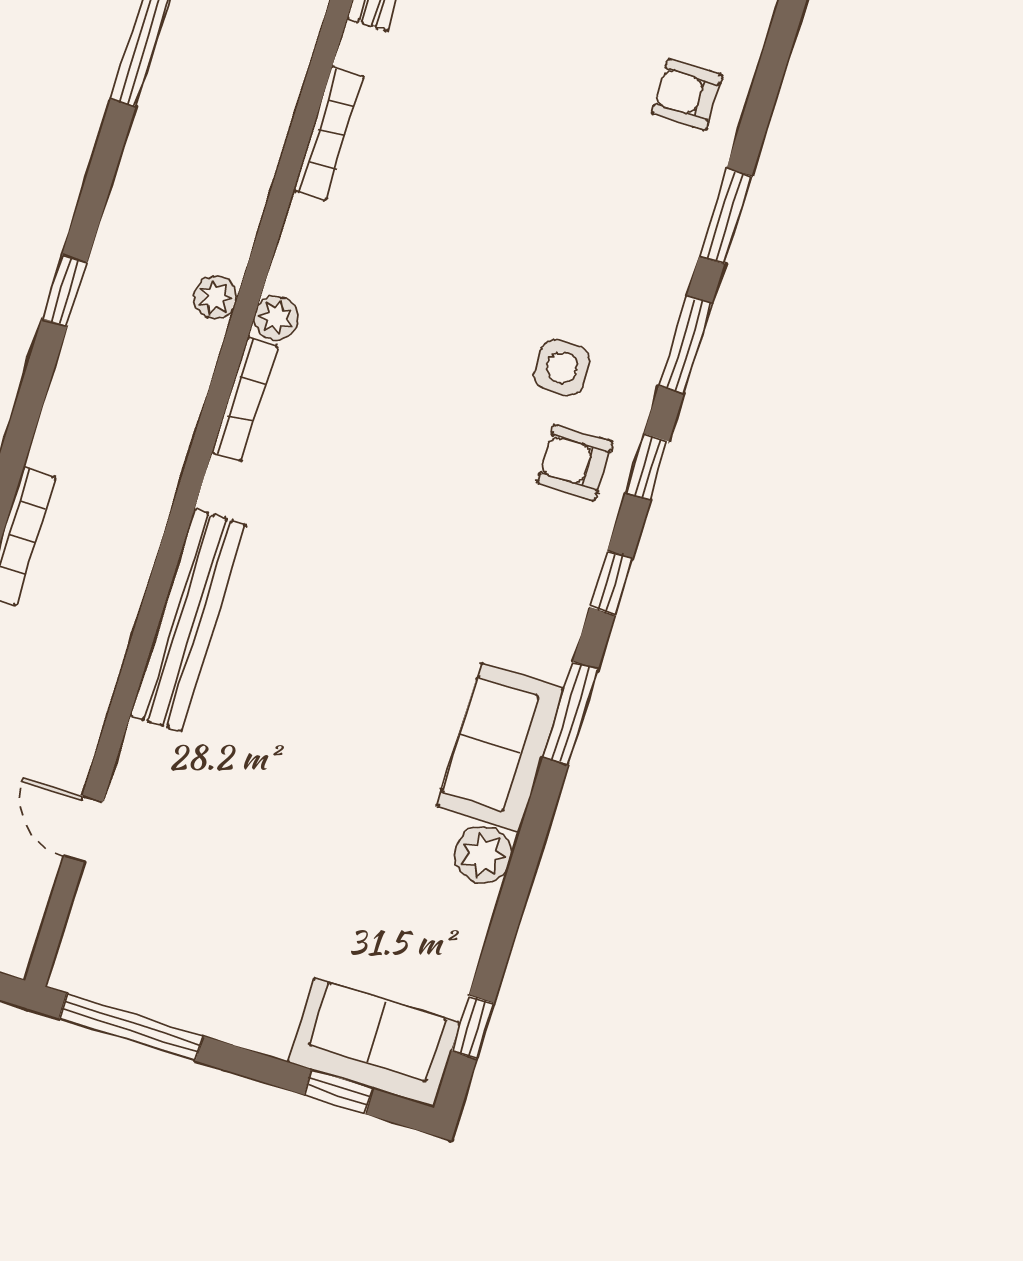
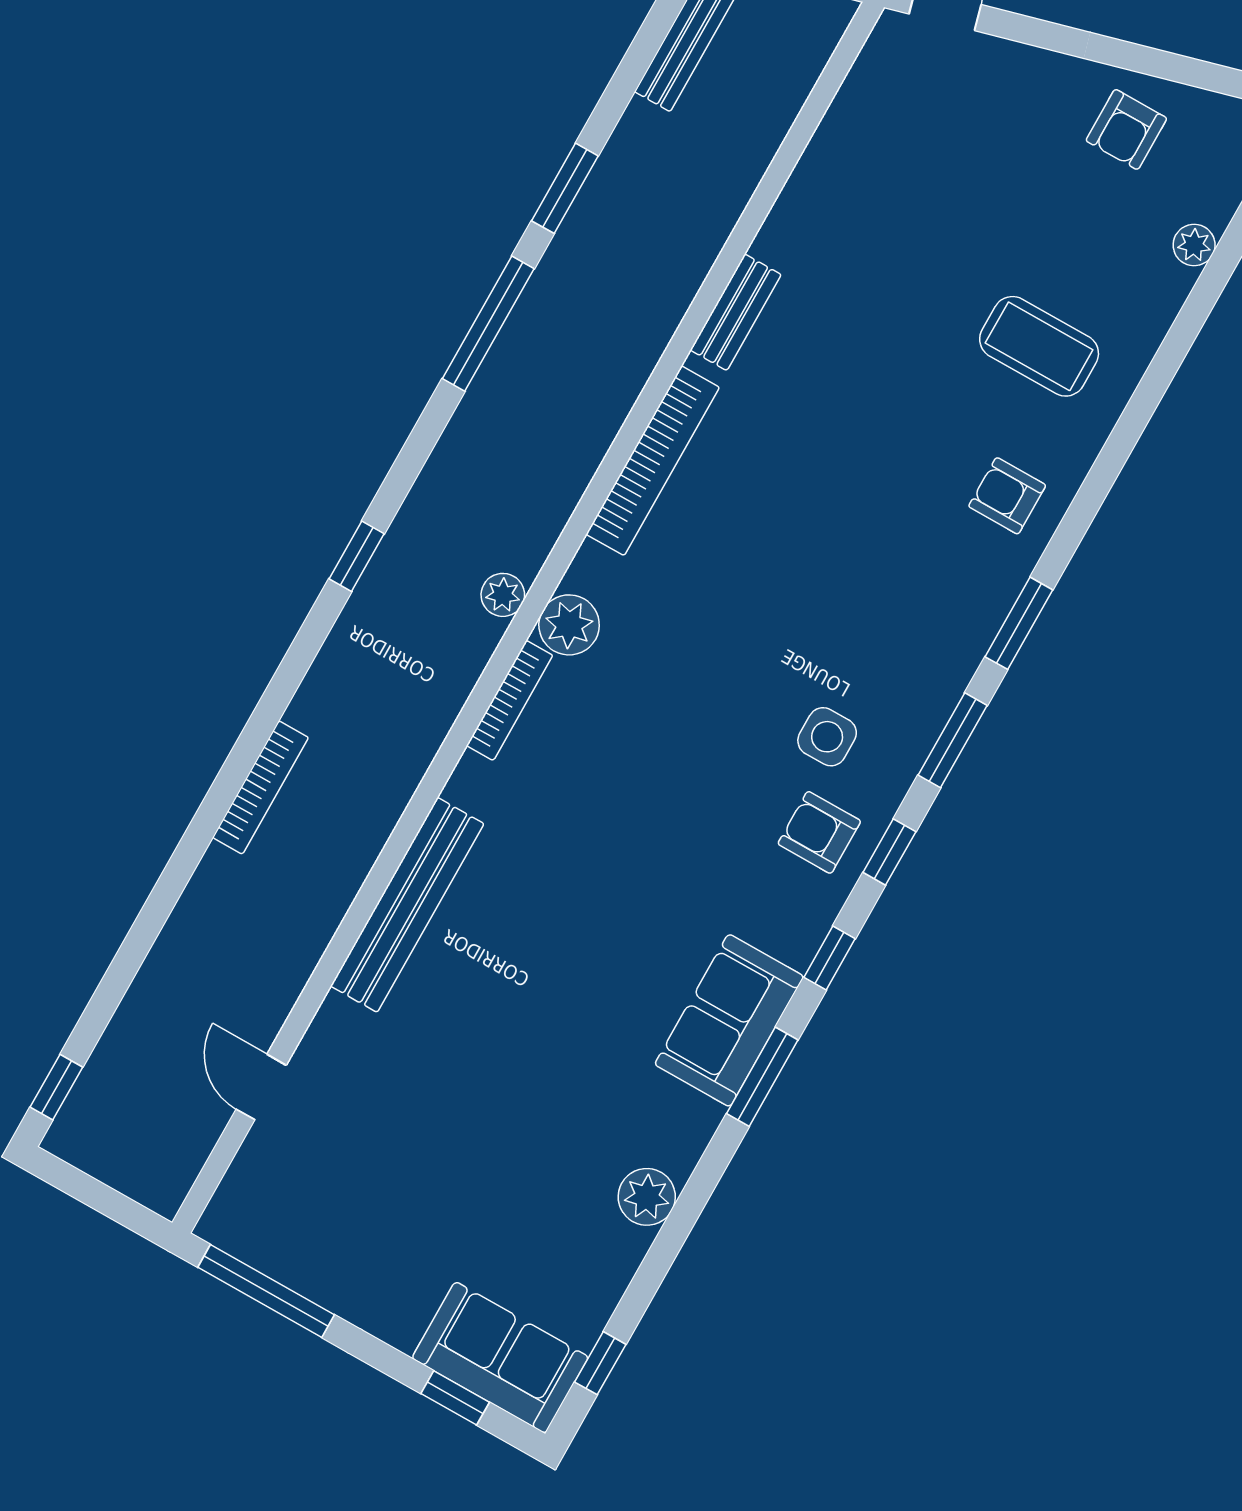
bookcase: (328, 133) -> (653, 461), width x1.48, depth x1.31
plant: (276, 318) -> (569, 625), width x1.38, depth x1.38
sofa: (501, 747) -> (729, 1020), moved

